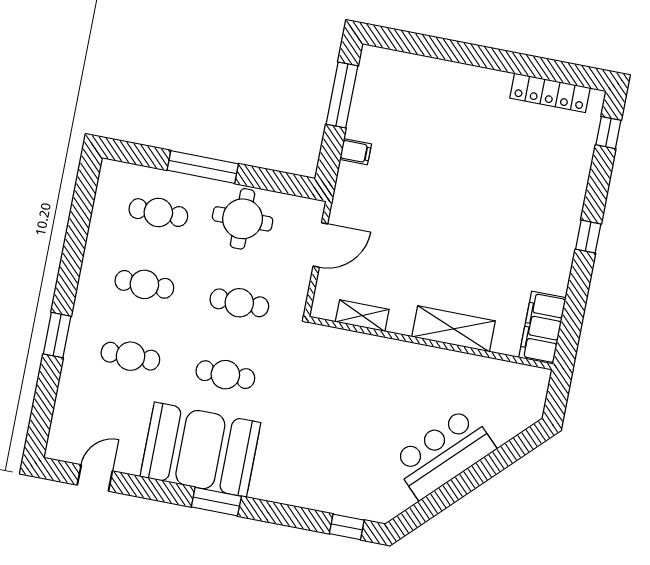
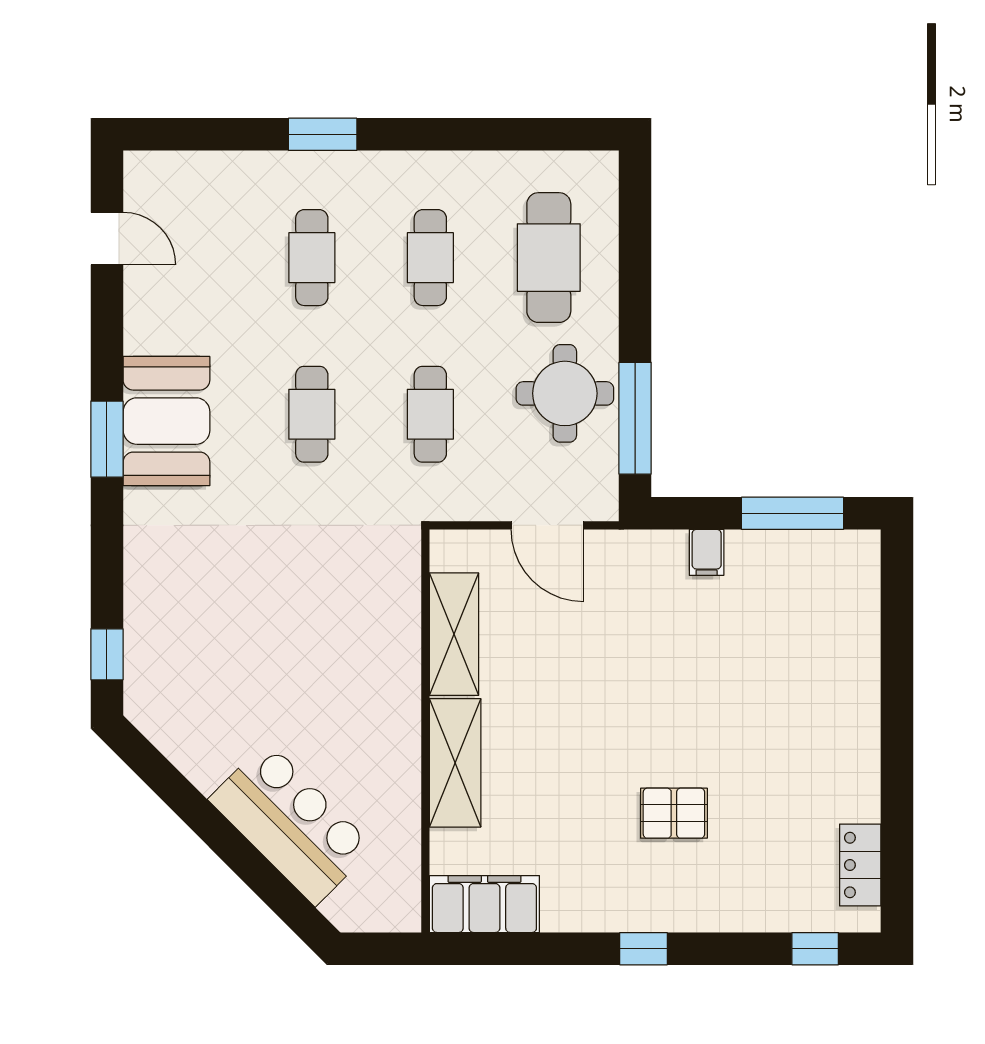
locker: (550, 93) -> (860, 865), width x0.66
window: (203, 167) -> (635, 418), moved
pallet: (510, 202) -> (674, 813), added
cafe table: (158, 213) -> (549, 258), width x1.37, depth x1.35
shelving: (362, 316) -> (454, 634), width x1.50, depth x1.33
booth: (200, 450) -> (166, 421), width x0.73, depth x0.70
bar counter: (444, 454) -> (291, 823), moved

